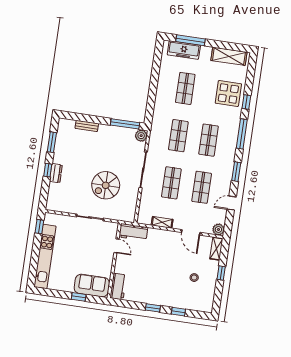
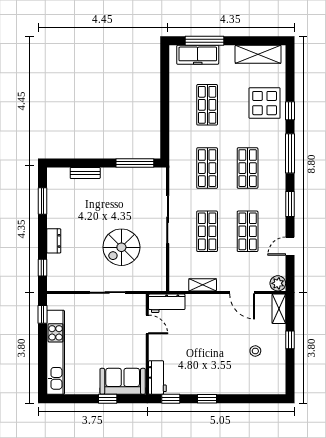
plant: (141, 136) -> (158, 175), removed
window: (48, 170) -> (42, 268), moved
window: (178, 312) -> (171, 399), moved

